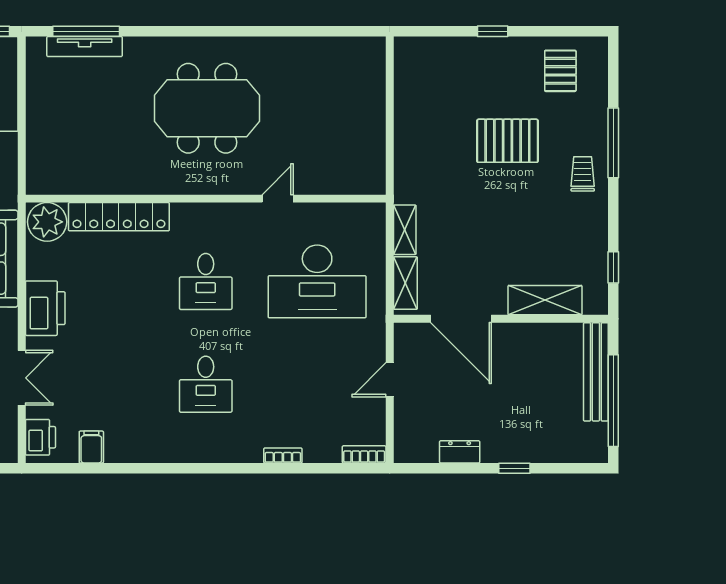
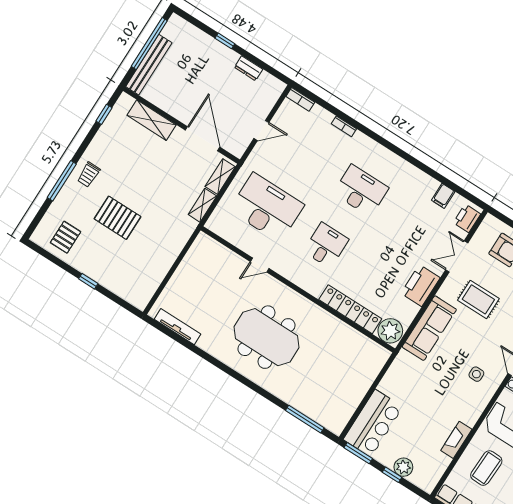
tv unit: (85, 47) -> (178, 327), moved
desk: (206, 384) -> (361, 191), width x1.37

